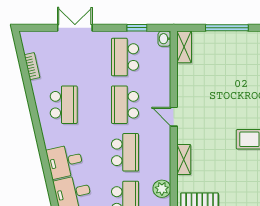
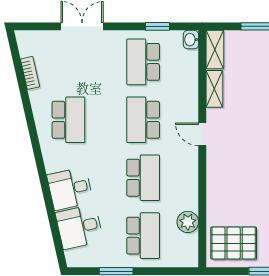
shelving: (184, 160) -> (214, 89), moved

